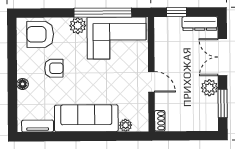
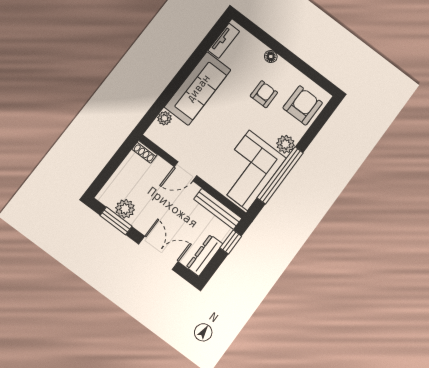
bench: (160, 39) -> (218, 209), added
armchair: (54, 68) -> (264, 94), turned 180
plant: (209, 88) -> (125, 209), moved

